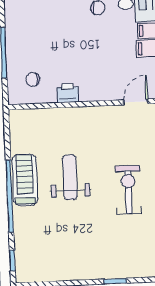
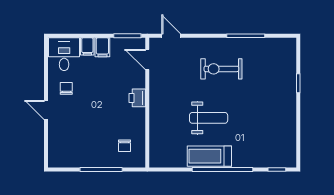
printer: (68, 93) -> (137, 98), moved
weight bench: (70, 177) -> (209, 118), turned 180

